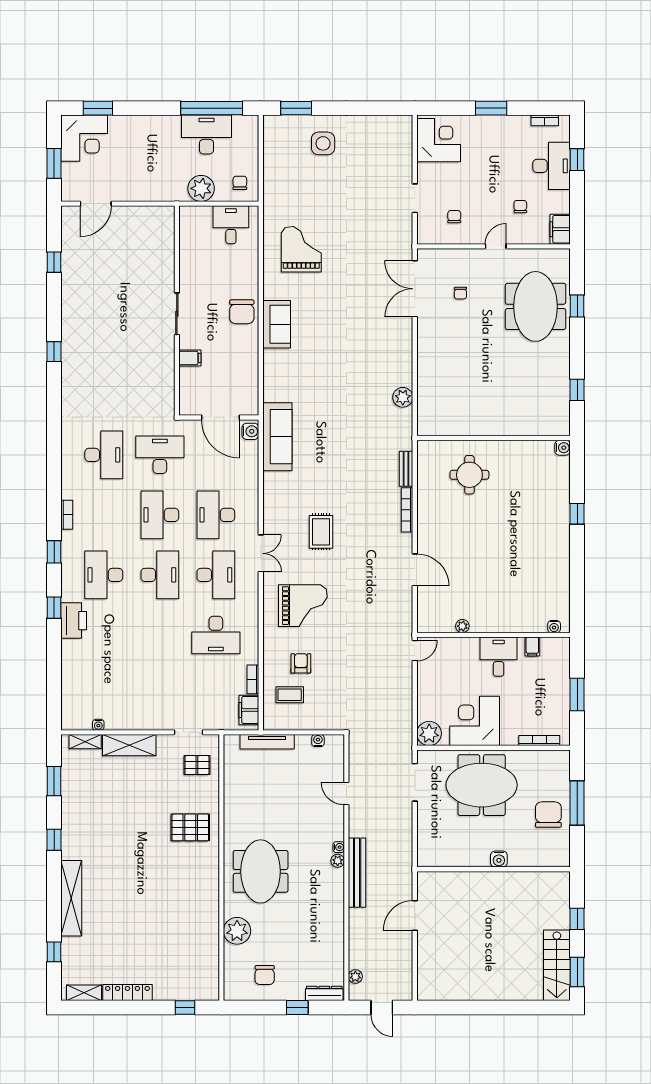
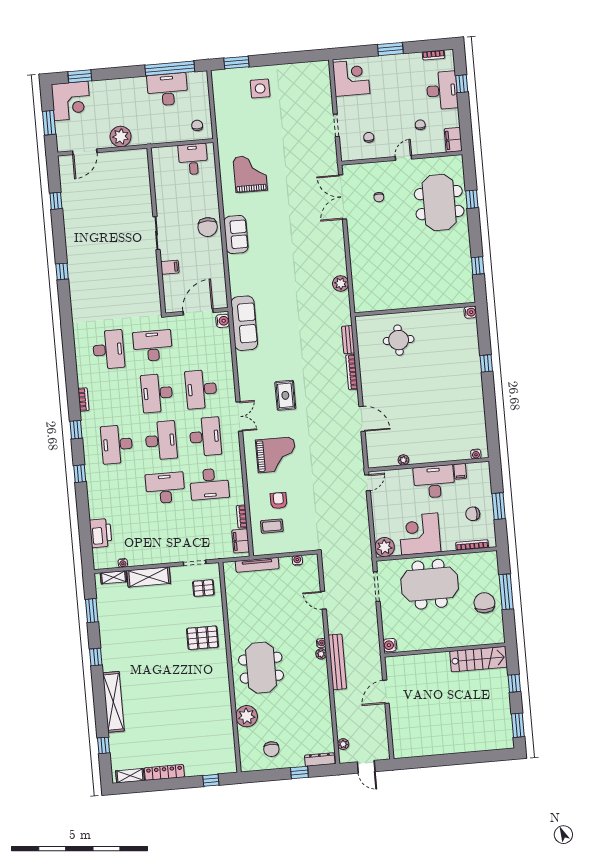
plant: (201, 188) -> (121, 137), moved
door: (221, 417) -> (198, 312), swing flipped
printer: (74, 621) -> (101, 533), moved
desk: (160, 635) -> (165, 488), added
desk: (499, 657) -> (434, 482), width x1.37
chair: (544, 701) -> (473, 514), added
water cooler: (499, 859) -> (390, 645), moved, turned 90
stairs: (557, 965) -> (479, 659), moved, turned -90

